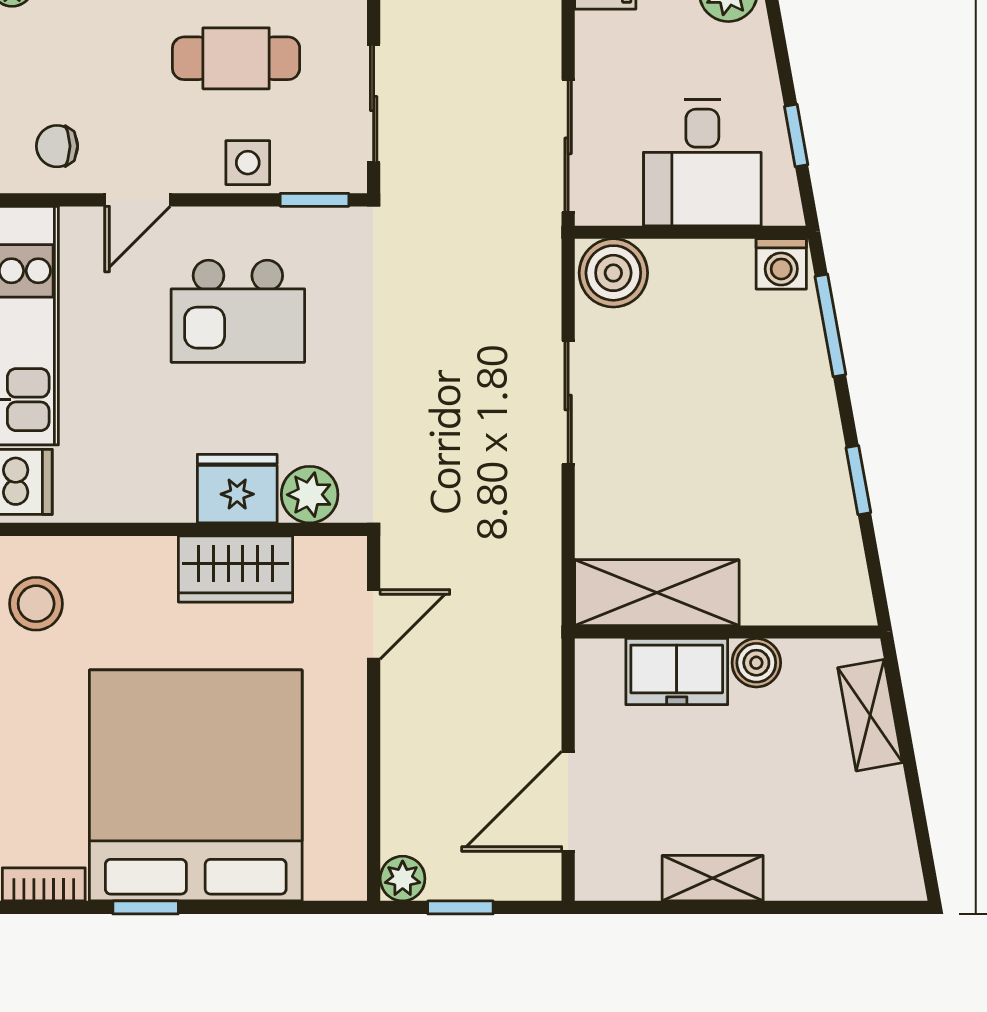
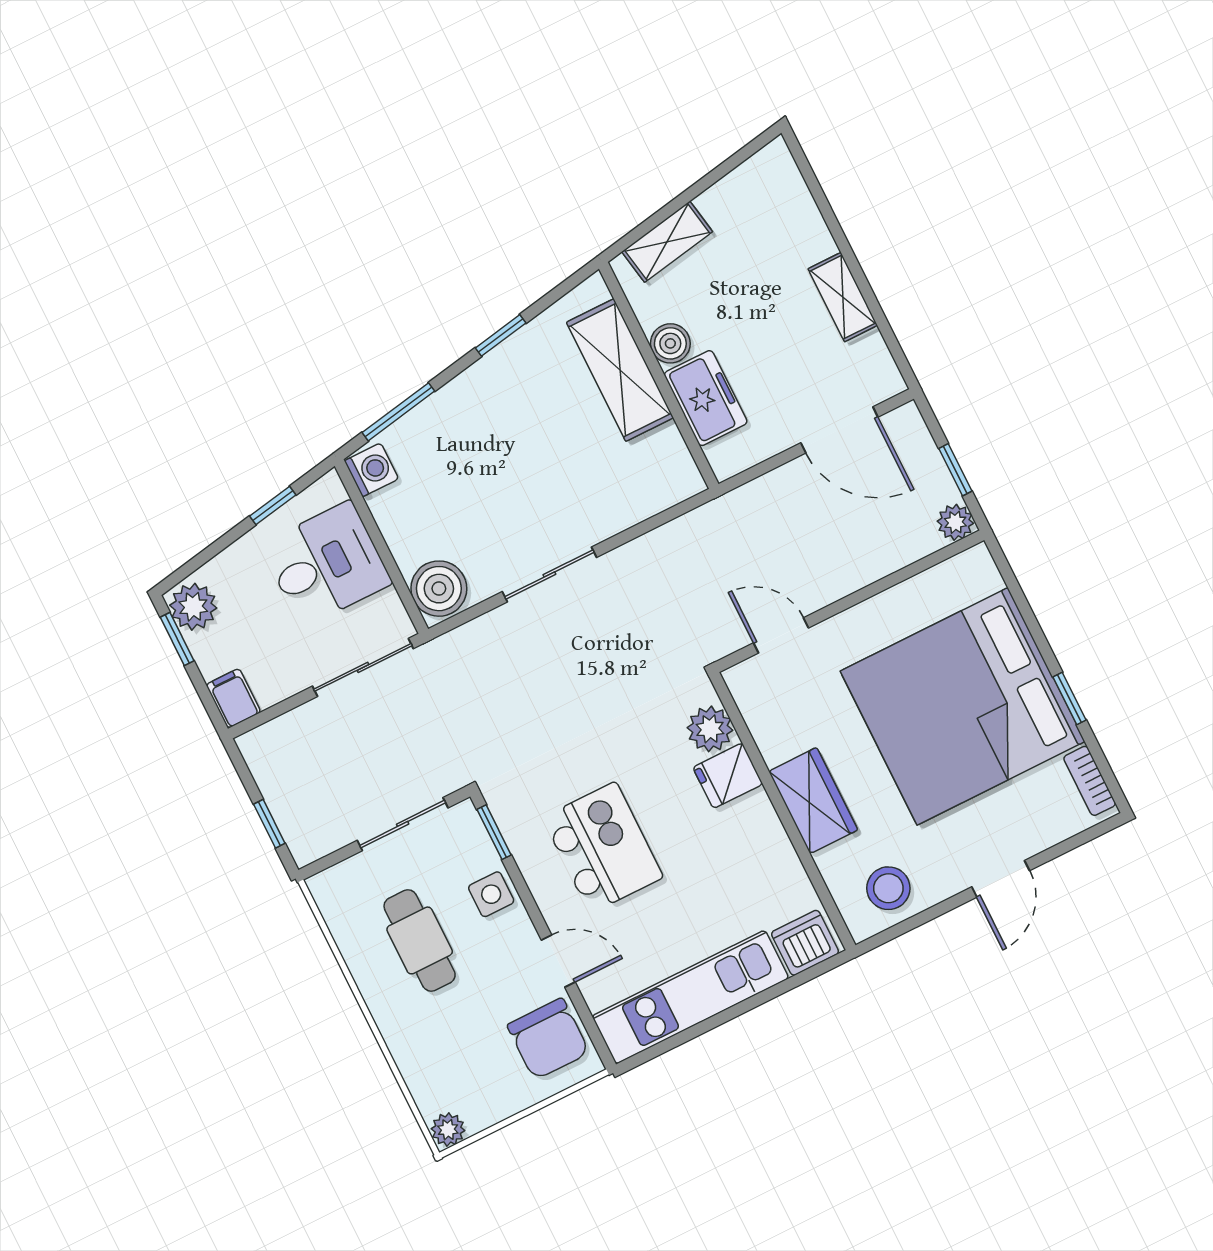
chair: (57, 146) -> (548, 1039), width x1.87, depth x1.87
fridge: (237, 489) -> (728, 776), width x0.72
wardrobe: (235, 569) -> (813, 801), moved
shelving: (657, 593) -> (620, 370), moved

